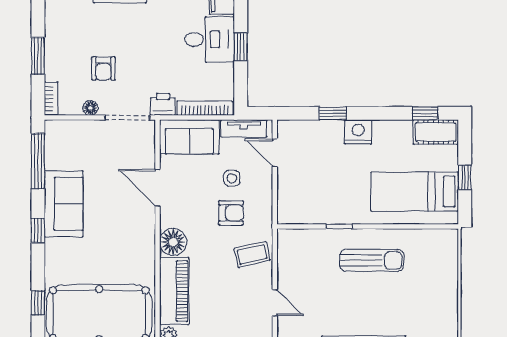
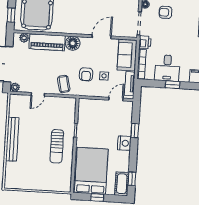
desk: (209, 39) -> (167, 68), moved
bed: (415, 192) -> (91, 171), width x1.50

